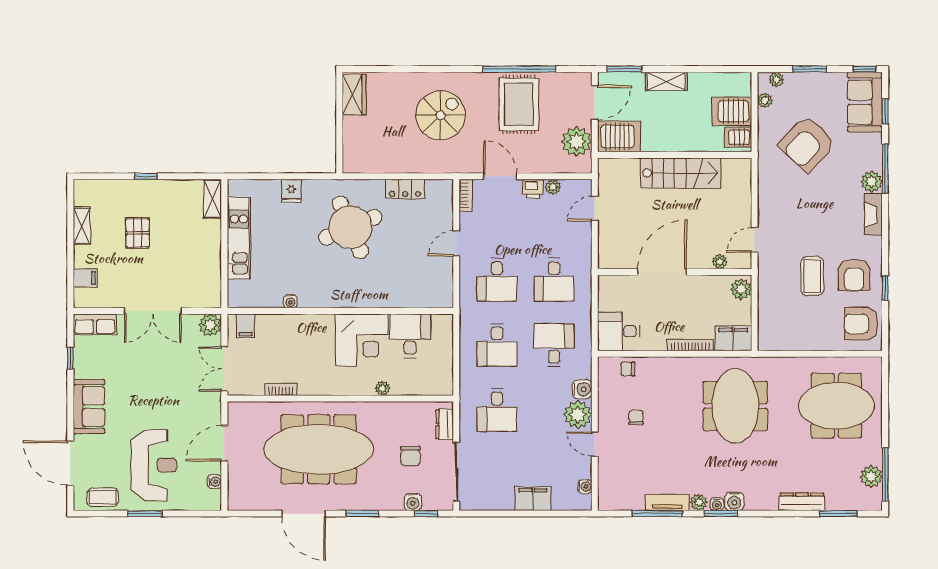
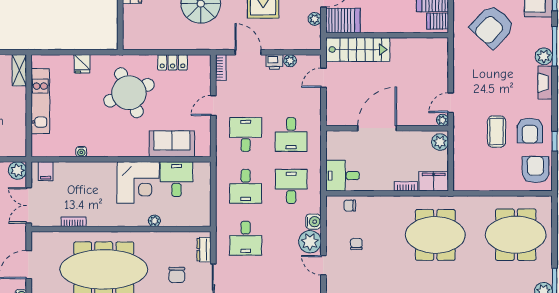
plant: (577, 142) -> (315, 19), width x0.53, depth x0.53
stairs: (681, 173) -> (358, 50), moved
plant: (720, 262) -> (442, 120), moved
desk: (497, 280) -> (246, 135), turned 180
sofa: (404, 292) -> (172, 144), added
armchair: (861, 324) -> (535, 170), turned 90
bookcase: (690, 345) -> (406, 186), width x0.64
meeting table: (735, 406) -> (435, 235), turned 90

